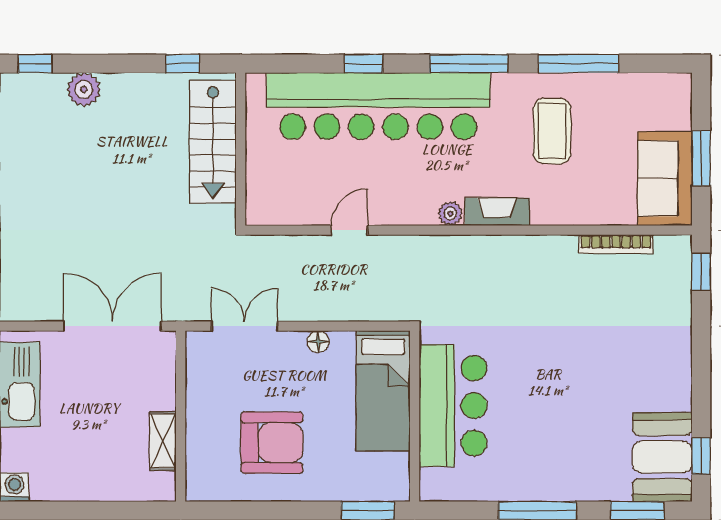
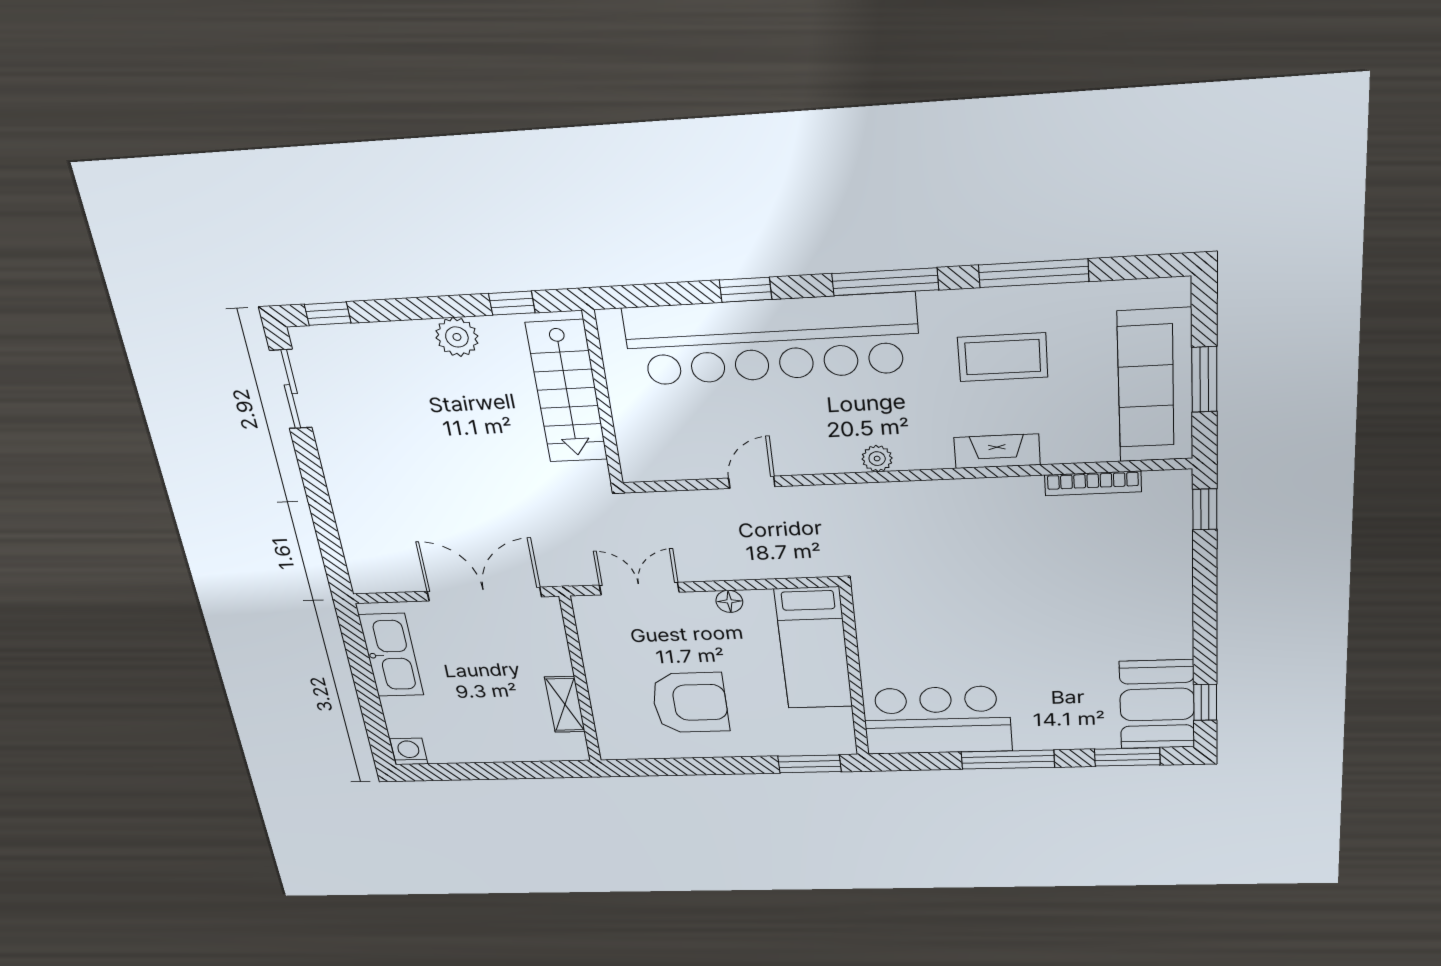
plant: (84, 89) -> (457, 337), moved
coffee table: (552, 131) -> (1003, 357), turned 90
sofa: (665, 179) -> (1155, 386), width x1.36
fireplace: (497, 212) -> (997, 451), moved
bar counter: (453, 406) -> (937, 720), moved, turned -90

